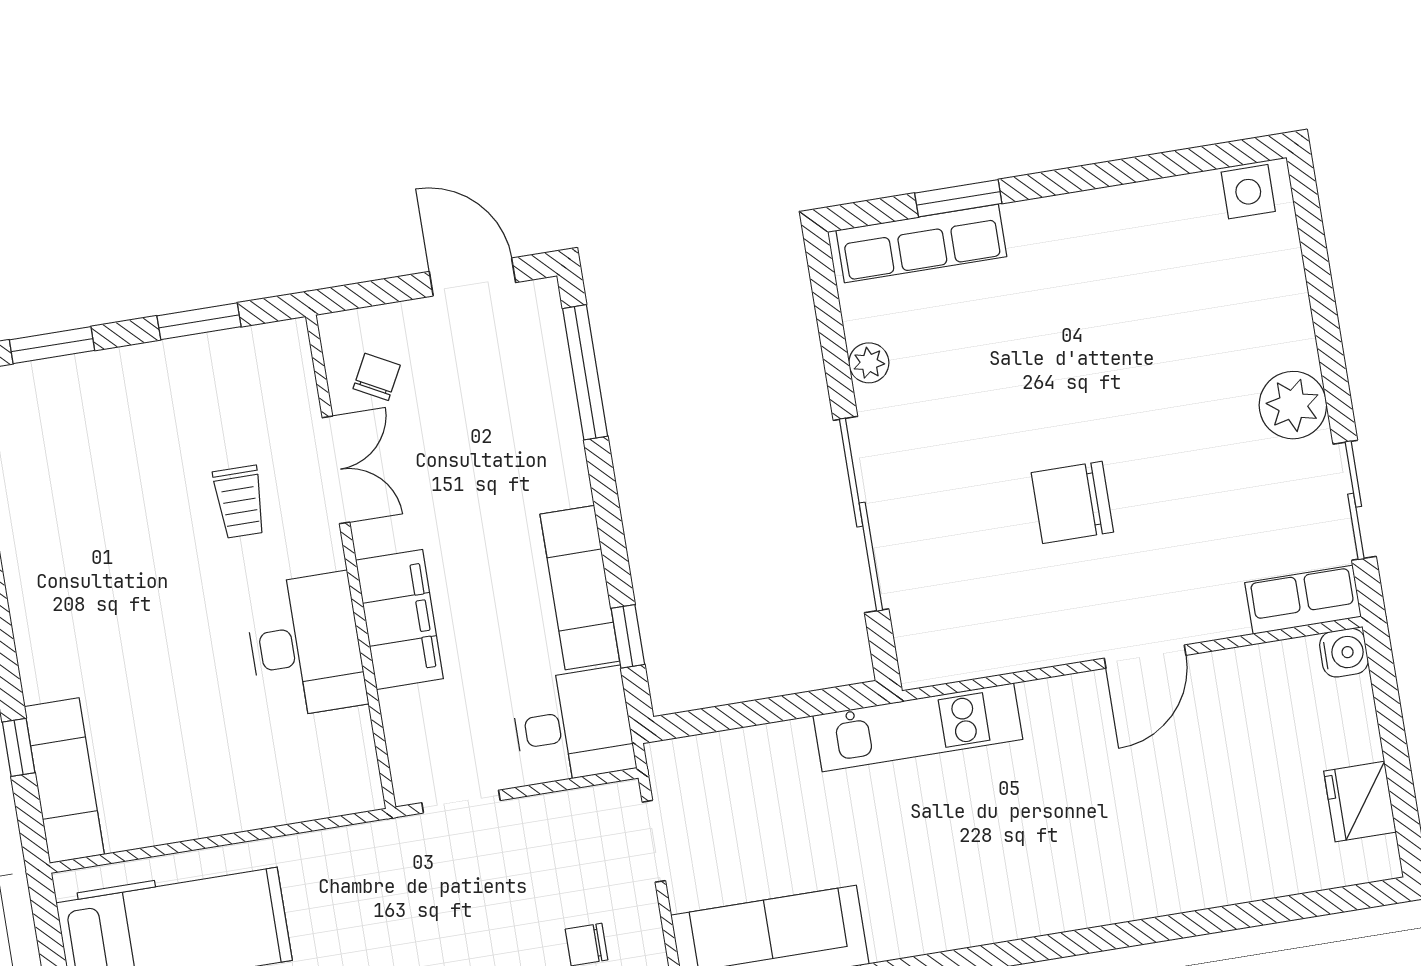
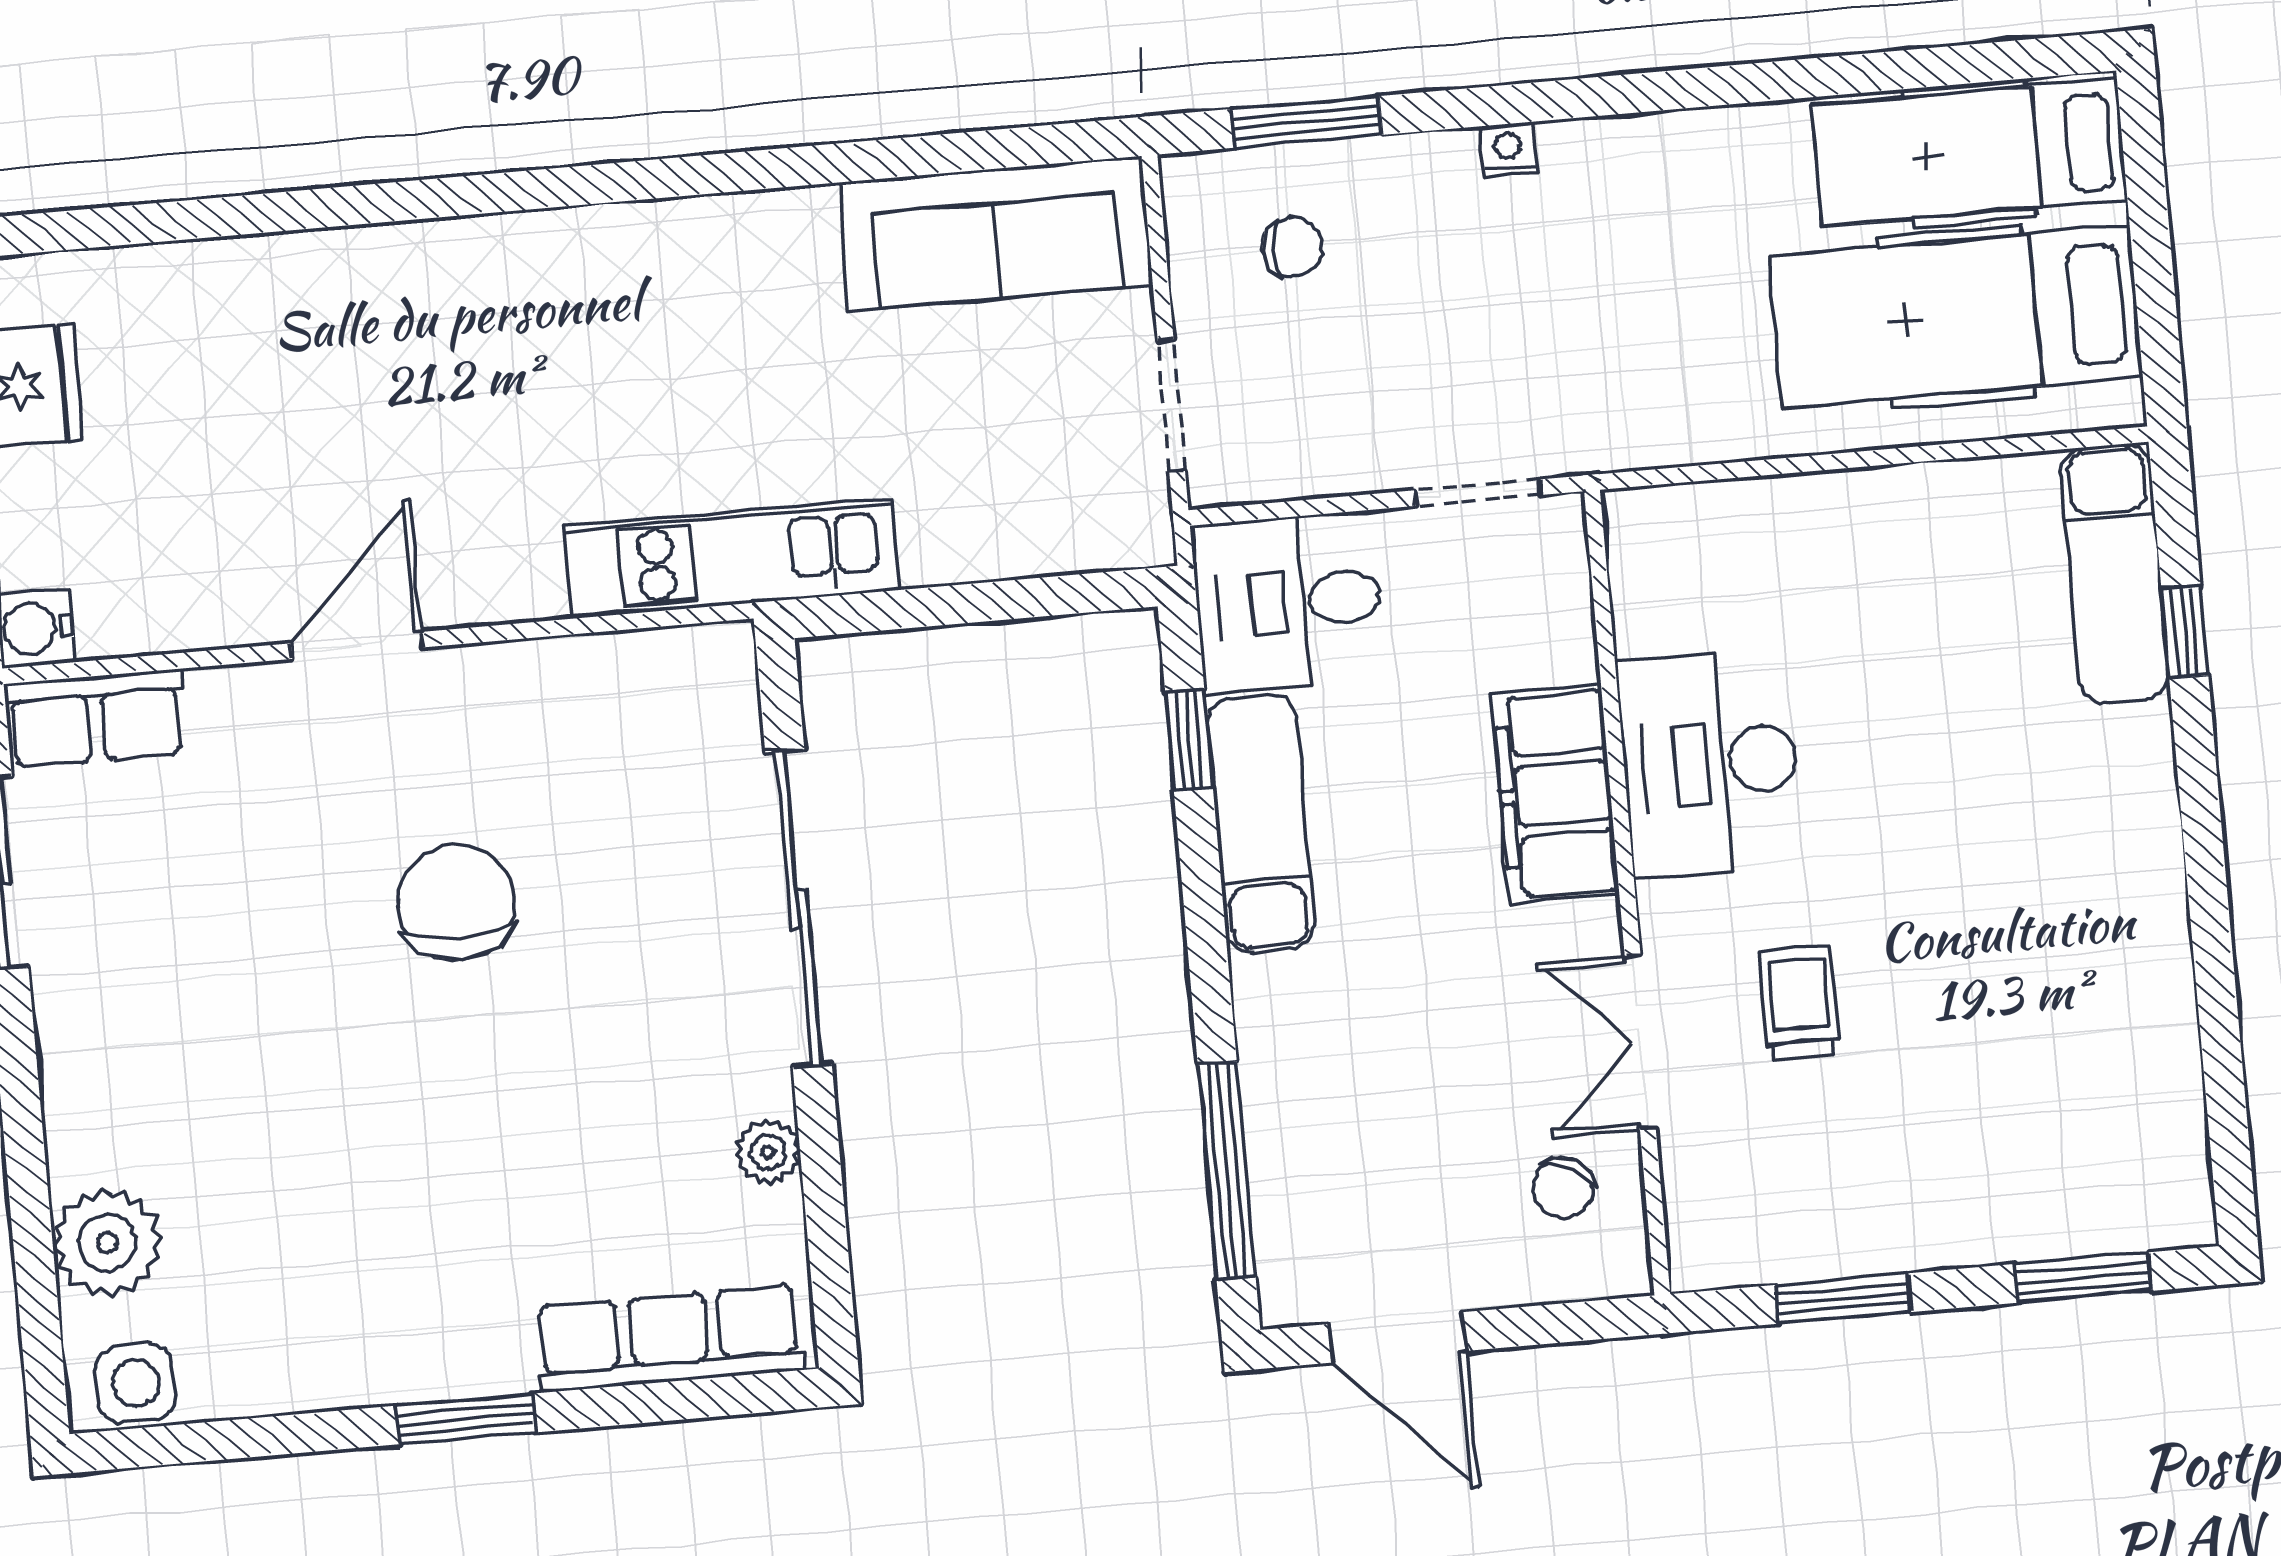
window: (958, 198) -> (466, 1419), moved
plant: (1293, 405) -> (107, 1242), moved
chair: (1072, 502) -> (456, 903), turned -90

